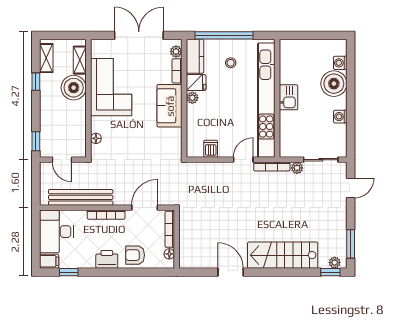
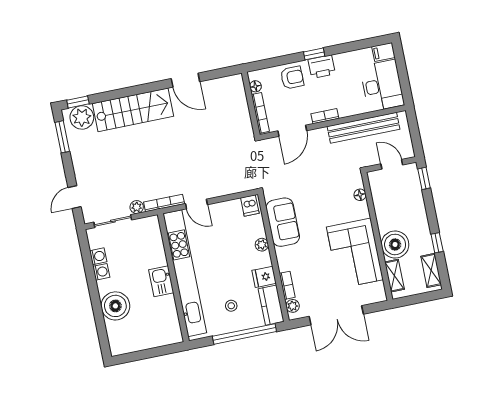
washing machine: (340, 63) -> (98, 256), moved
plant: (192, 98) -> (262, 245), moved
sofa: (170, 106) -> (283, 222), moved
dishwasher: (211, 149) -> (250, 206), moved
door: (243, 160) -> (196, 204), hinge flipped
bookcase: (106, 215) -> (325, 116), width x0.64
plant: (335, 263) -> (82, 117), width x1.87, depth x1.87
window: (69, 272) -> (314, 54), moved

